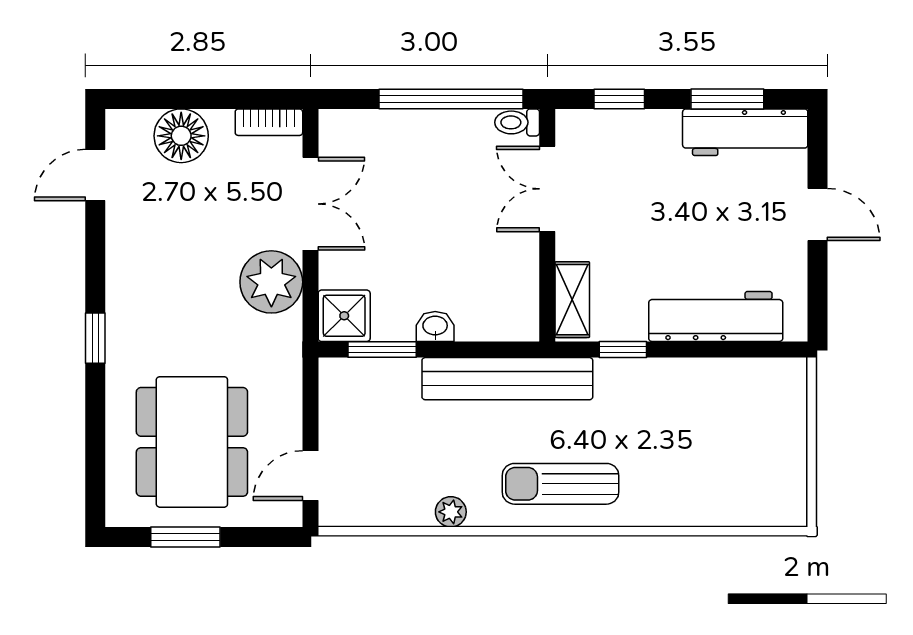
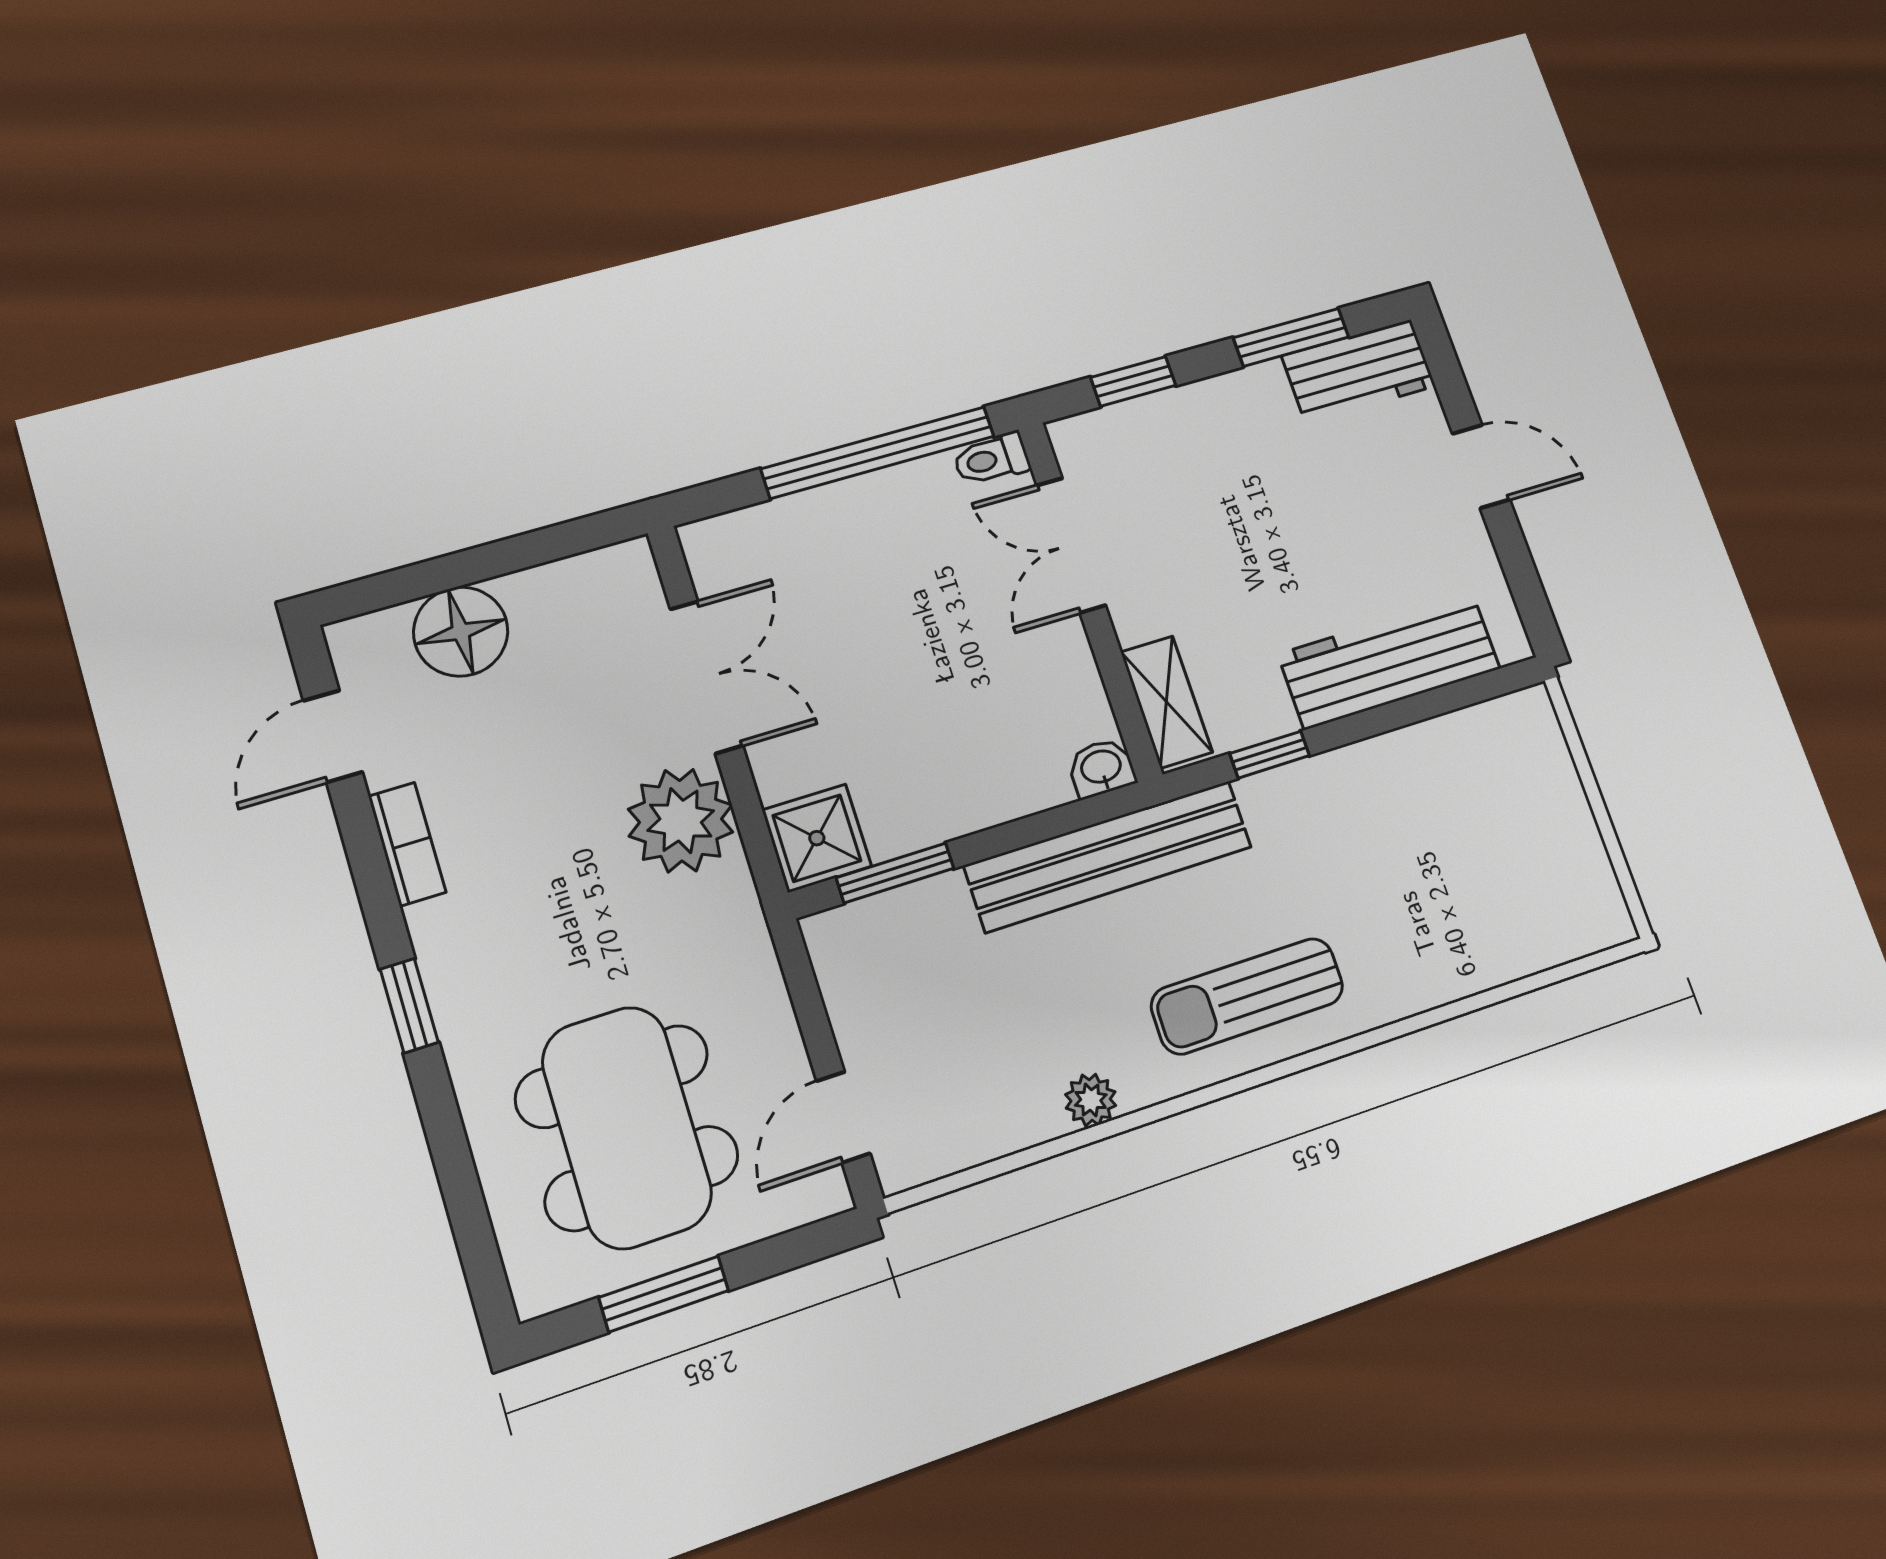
bookcase: (269, 122) -> (407, 844), moved, turned -90
workbench: (745, 132) -> (1359, 371), width x0.73
washbasin: (435, 326) -> (1101, 768), moved

